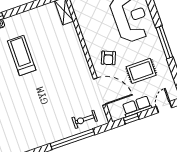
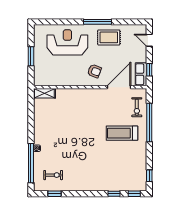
treadmill: (22, 55) -> (122, 133), moved
rug: (141, 71) -> (109, 37), moved, turned 90
row of seats: (137, 106) -> (141, 74), moved

